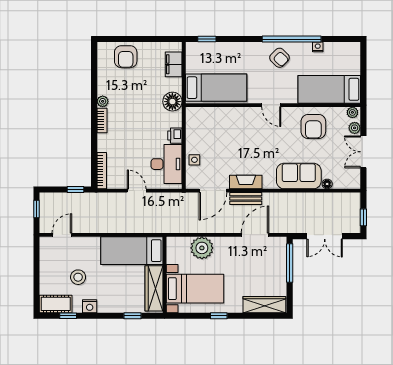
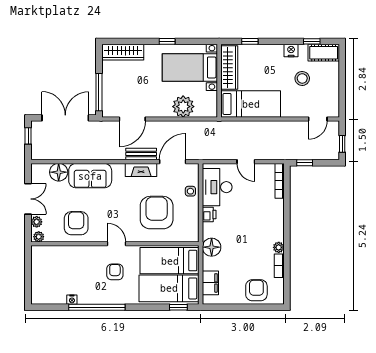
armchair: (279, 58) -> (115, 272), moved, turned 46
bed: (329, 89) -> (169, 288), moved, turned 180
bookcase: (102, 121) -> (279, 266), moved
armchair: (230, 138) -> (157, 213), added
floor lamp: (327, 184) -> (59, 172), width x1.89, depth x1.89
double door: (325, 236) -> (65, 118), width x1.37

